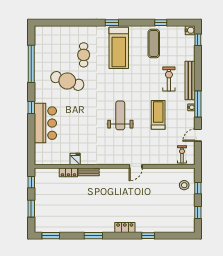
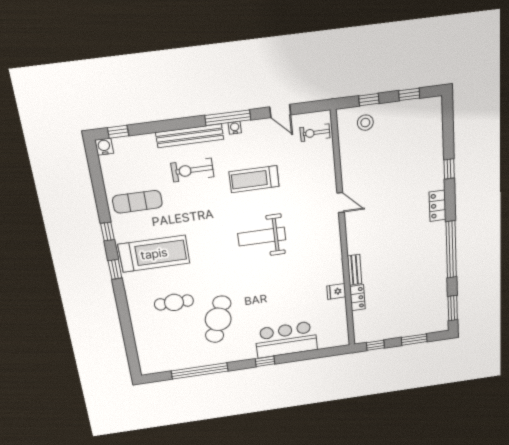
window: (161, 23) -> (107, 232), moved
window: (93, 236) -> (451, 250), width x2.11

